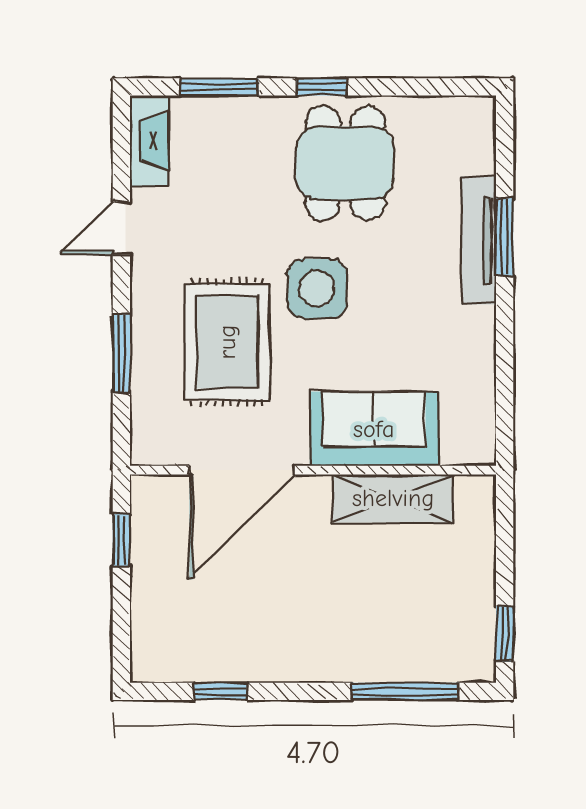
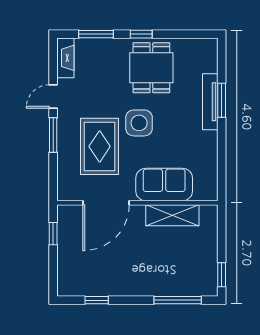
window: (121, 353) -> (53, 135), moved

